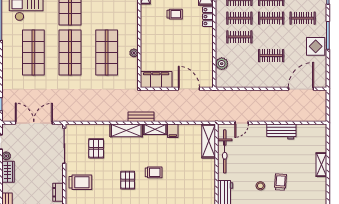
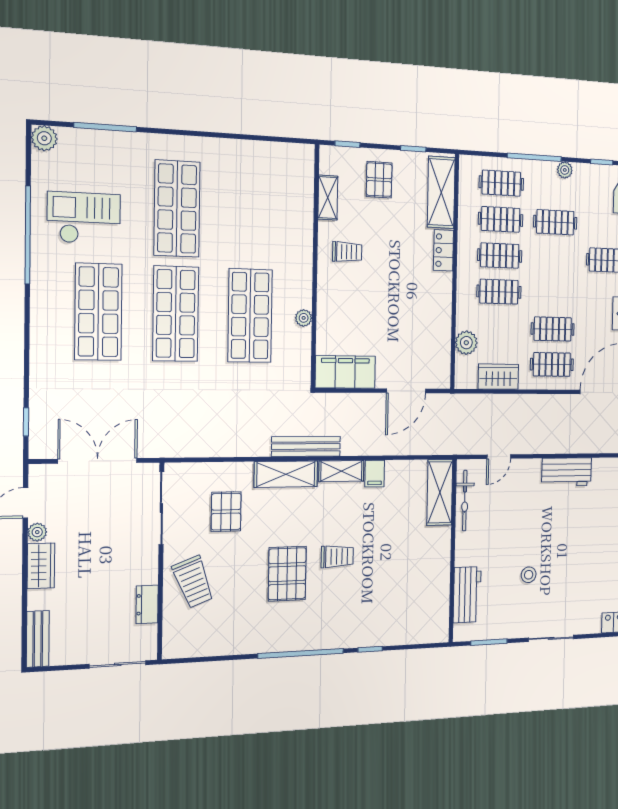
trolley: (175, 14) -> (347, 252), moved
clothes rail: (271, 18) -> (552, 364), moved
wardrobe: (240, 81) -> (498, 377), added
door: (189, 89) -> (406, 391), swing flipped
bench: (141, 117) -> (306, 446), width x1.36
bicycle: (225, 151) -> (465, 501), width x0.73, depth x0.71
pallet: (128, 180) -> (287, 574), width x1.50, depth x1.42
trolley: (80, 182) -> (193, 582), turned 69
trolley: (280, 182) -> (563, 566), removed

